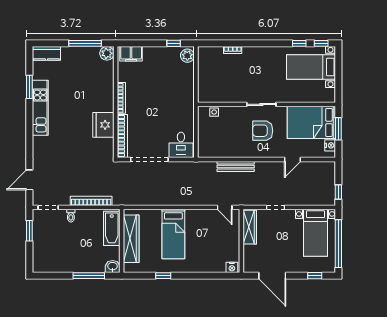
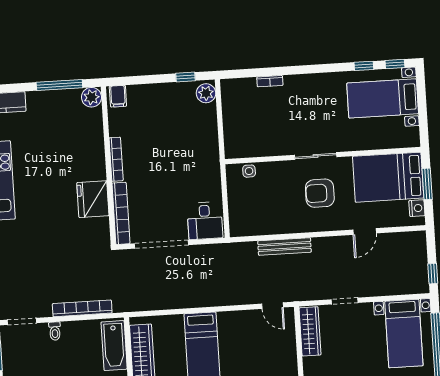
filing cabinet: (131, 54) -> (118, 96), width x0.50

